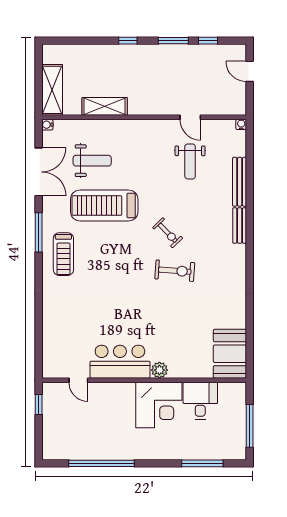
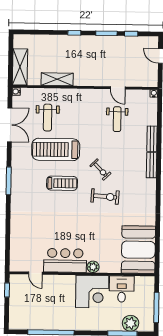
weight bench: (92, 161) -> (48, 118), turned 90
bench: (240, 182) -> (152, 139), width x0.73
window: (39, 232) -> (9, 181), moved
treadmill: (63, 254) -> (62, 183), moved, turned -90
booth: (230, 354) -> (138, 250), width x1.36, depth x1.42
plant: (214, 449) -> (131, 323), added

